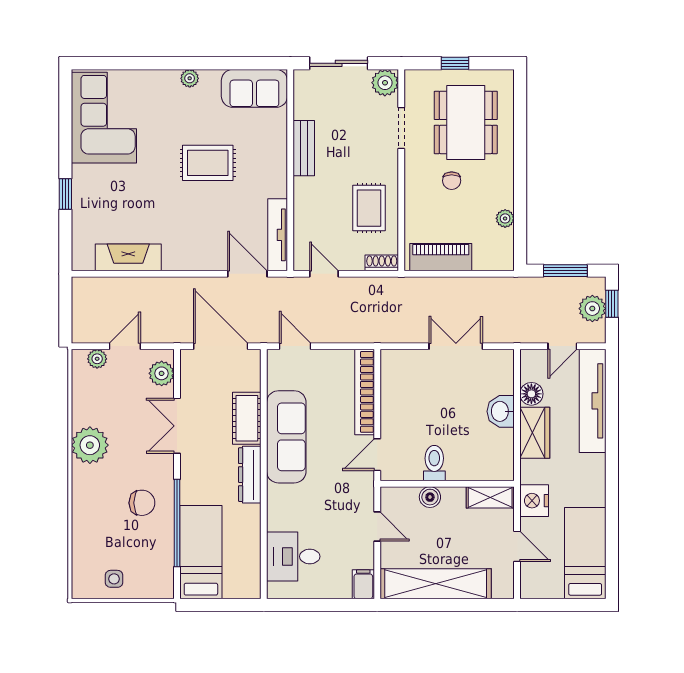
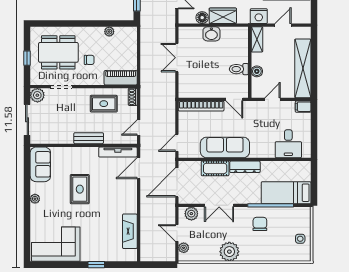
bench: (304, 148) -> (89, 138), moved
piano: (441, 257) -> (121, 78), moved, turned 90

